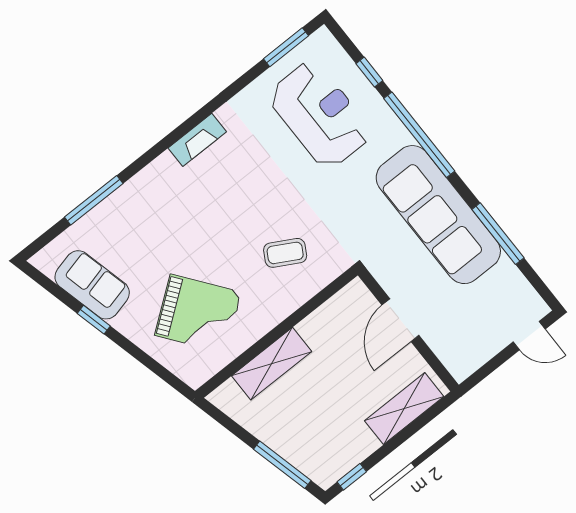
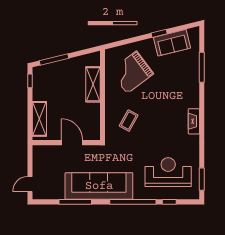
reception desk: (320, 115) -> (168, 172), turned 180

